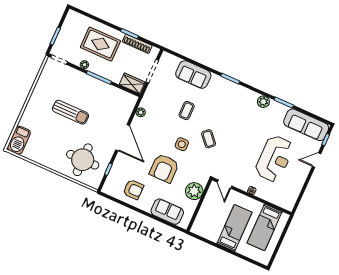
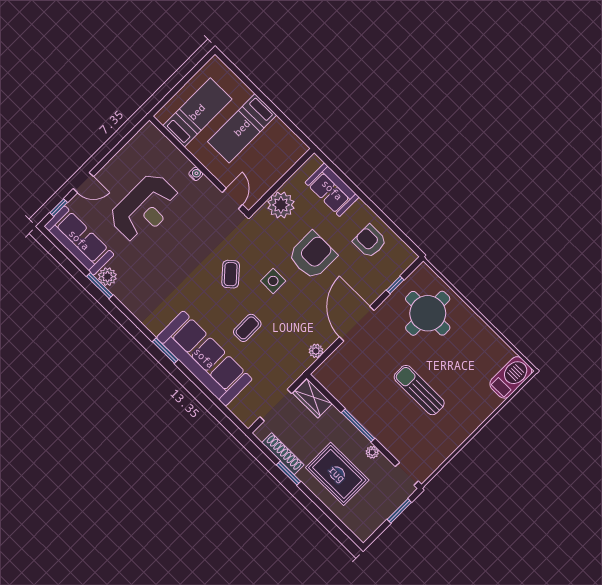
sofa: (193, 75) -> (204, 358), width x1.85, depth x1.27
plant: (263, 102) -> (107, 277), moved
reception desk: (274, 159) -> (145, 208), turned 180

